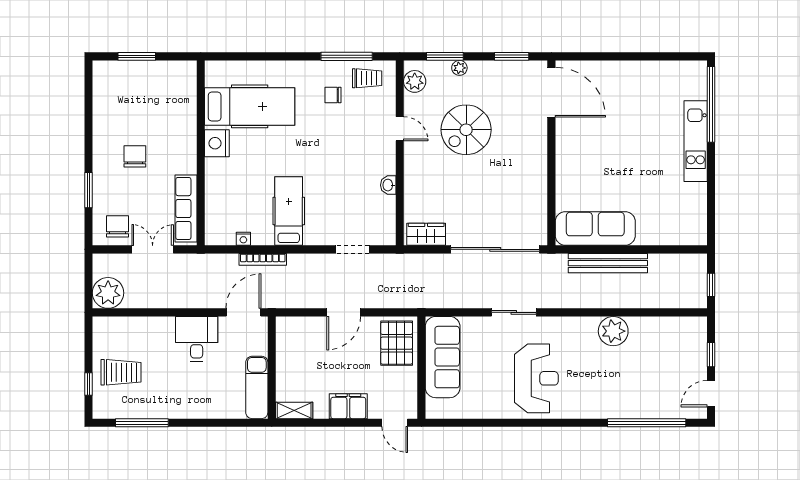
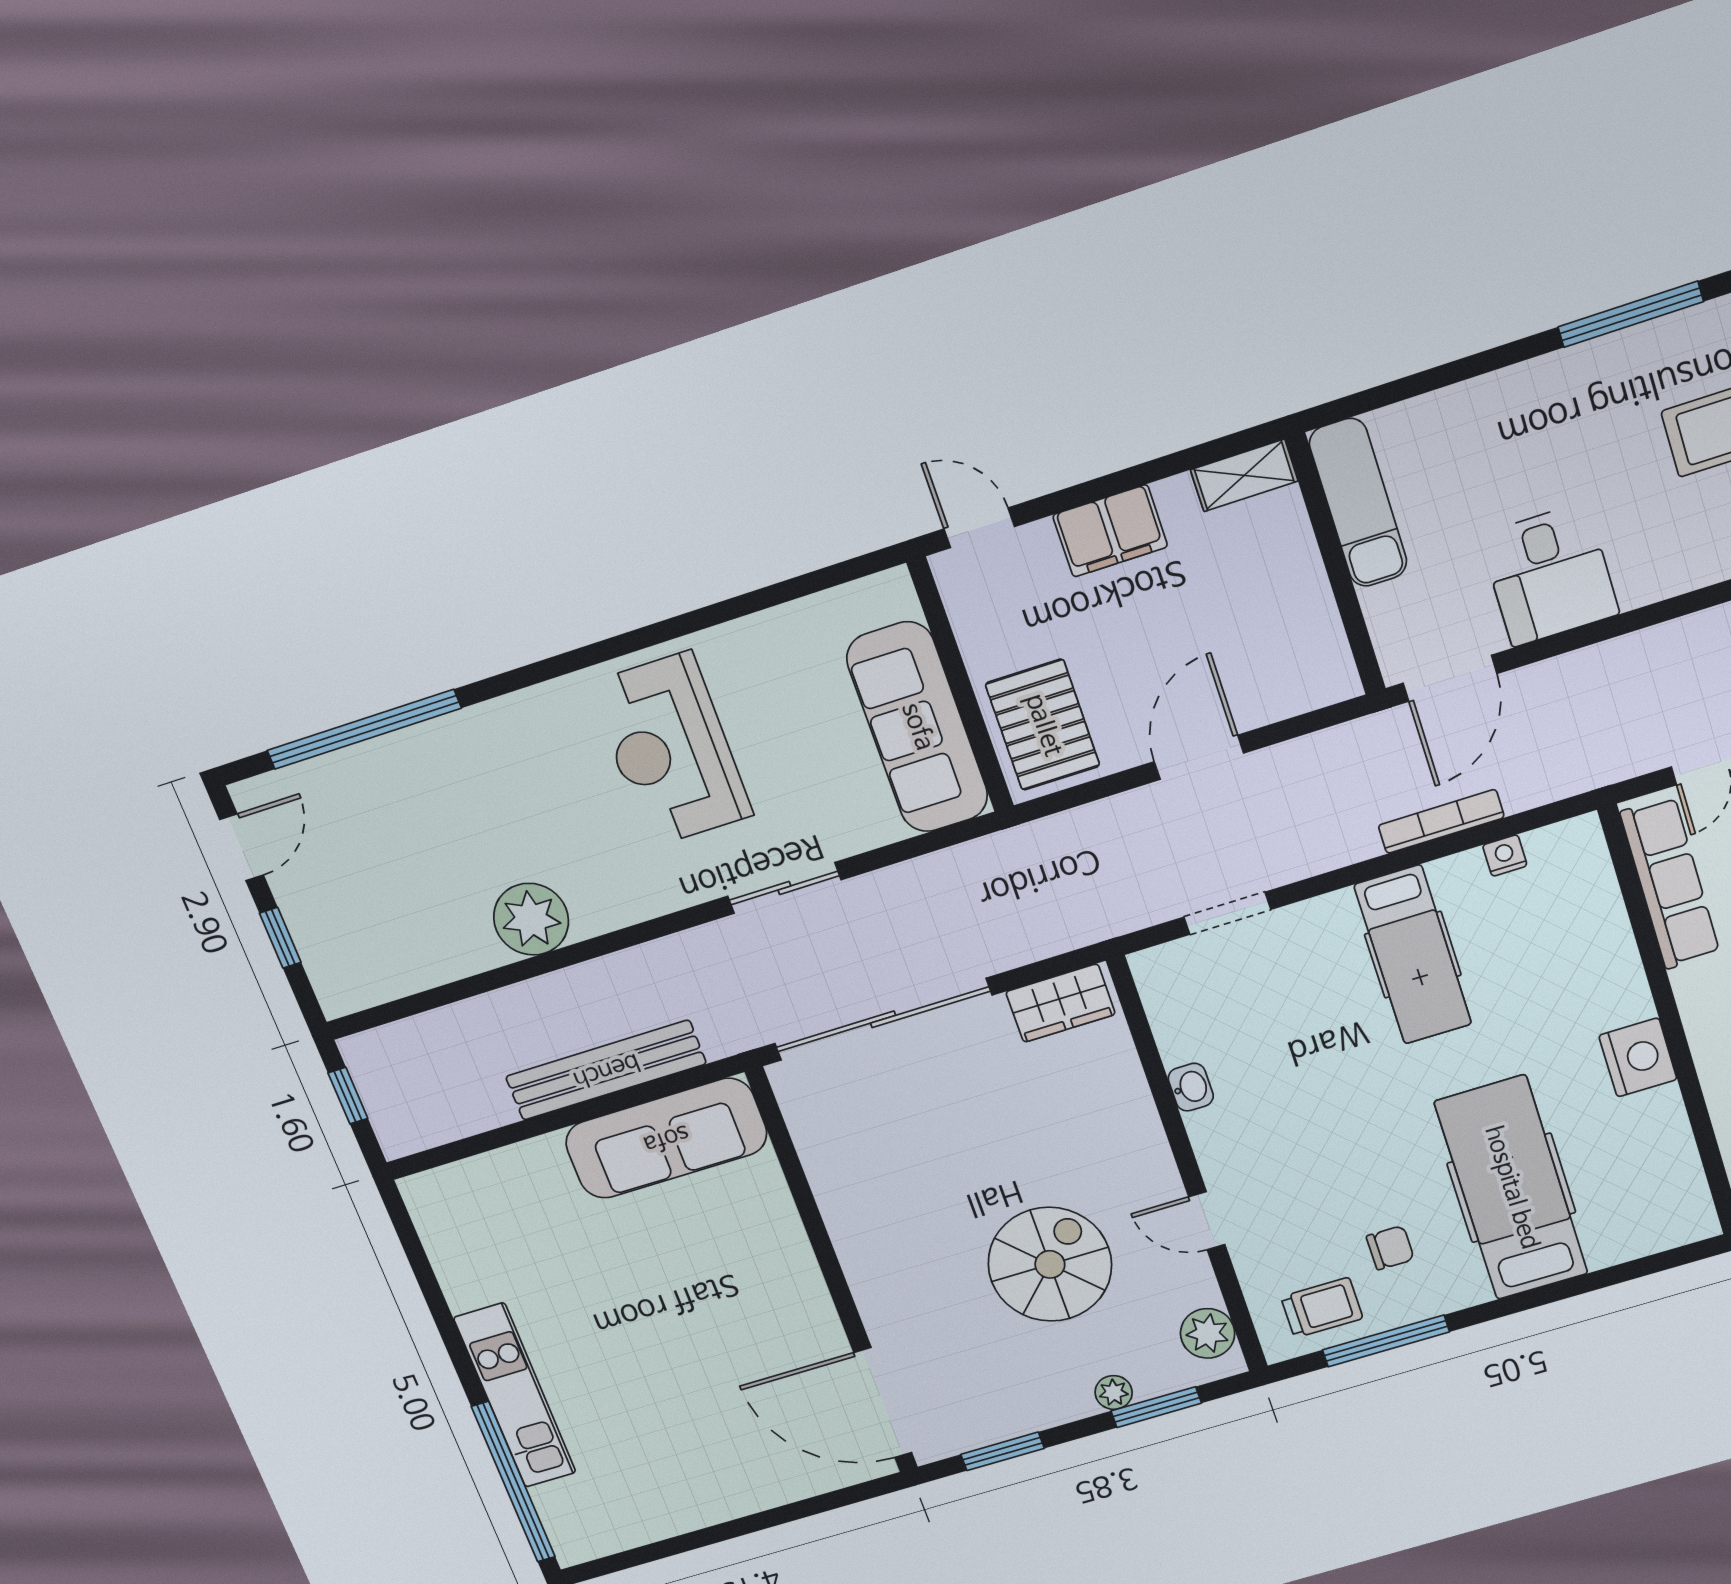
trolley: (367, 78) -> (1322, 1308), turned 180
hospital bed: (250, 106) -> (1511, 1188), moved, turned 90

